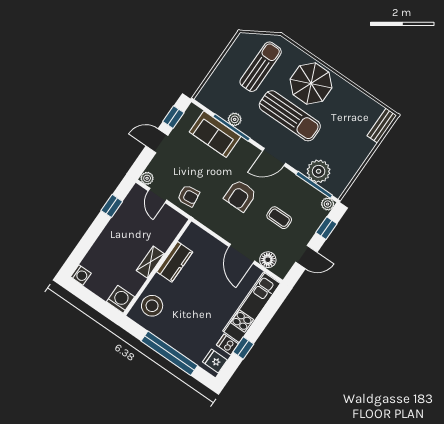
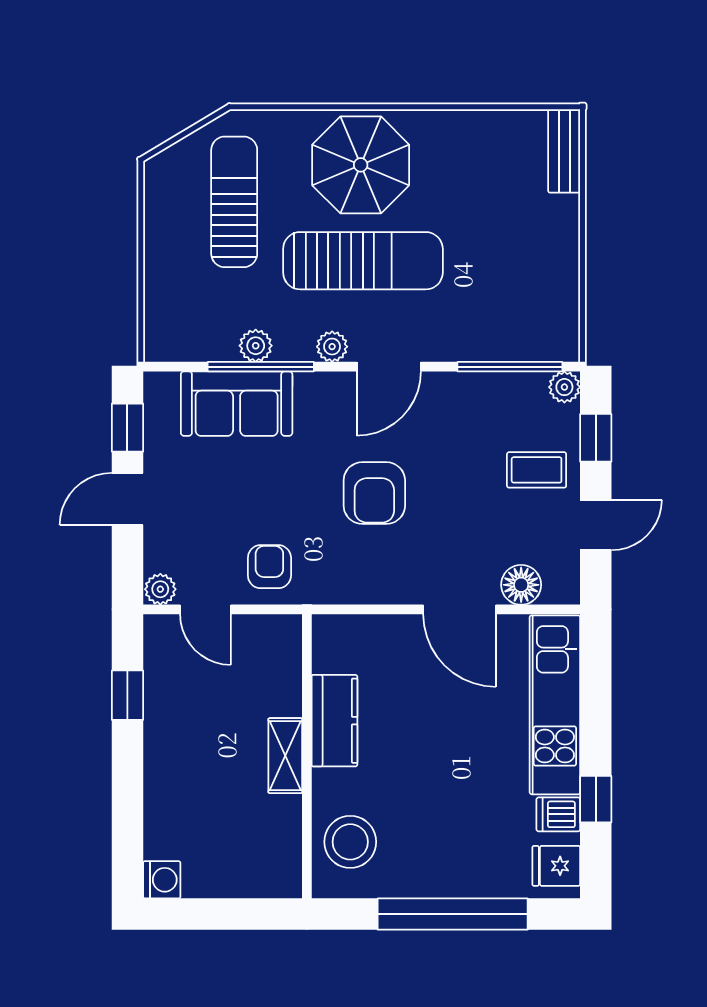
plant: (319, 171) -> (332, 347), moved, width x0.53, depth x0.53
armchair: (188, 196) -> (269, 567), turned -83
coffee table: (279, 218) -> (537, 470), moved
washing machine: (121, 299) -> (277, 873), removed

